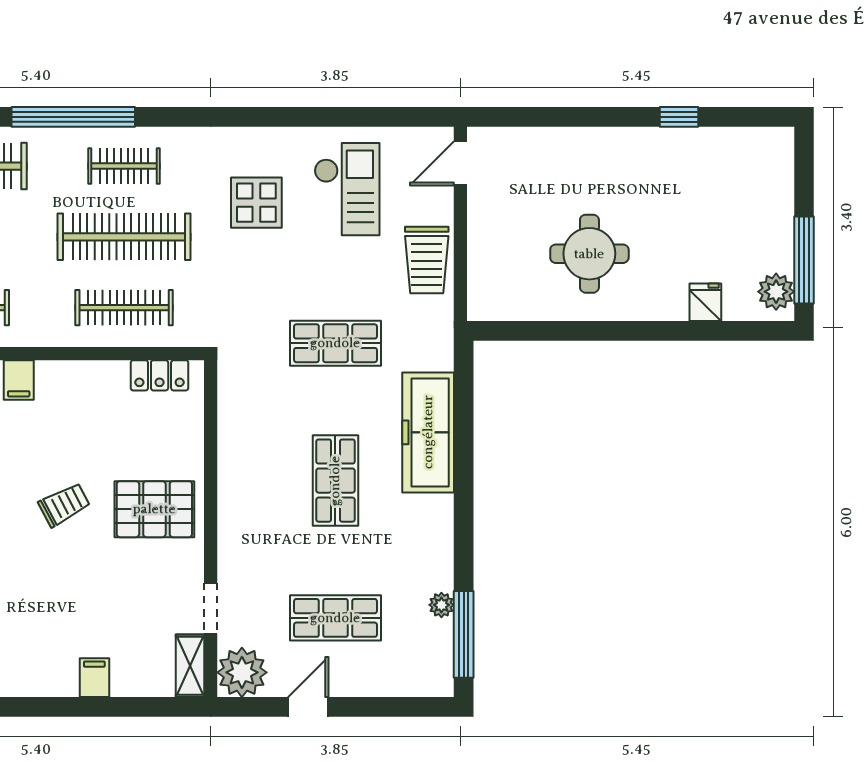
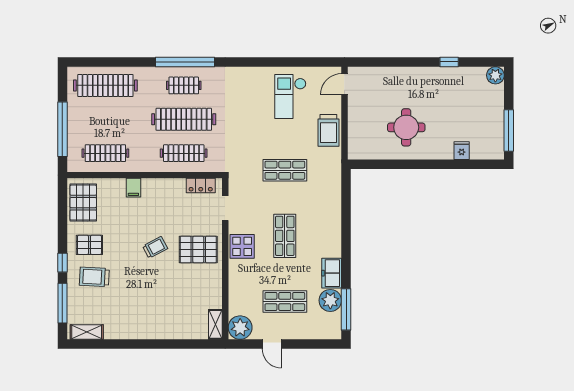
window: (73, 117) -> (185, 62), moved
checkout: (347, 189) -> (290, 97), turned 180
display table: (256, 203) -> (242, 246), moved
plant: (776, 292) -> (495, 75), moved
freezer: (428, 432) -> (332, 273), moved, width x0.52, depth x0.79
plant: (441, 605) -> (330, 300), width x1.88, depth x1.88
doorway: (211, 608) -> (225, 208), moved
filing cabinet: (94, 678) -> (170, 330), removed
door: (308, 707) -> (272, 344), swing flipped

